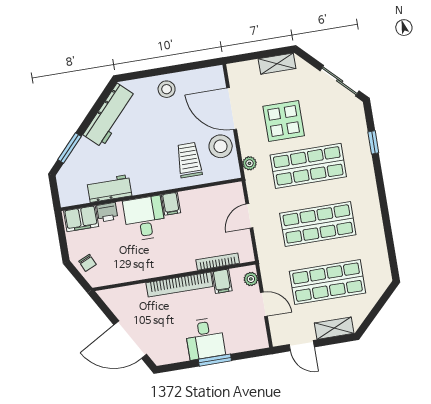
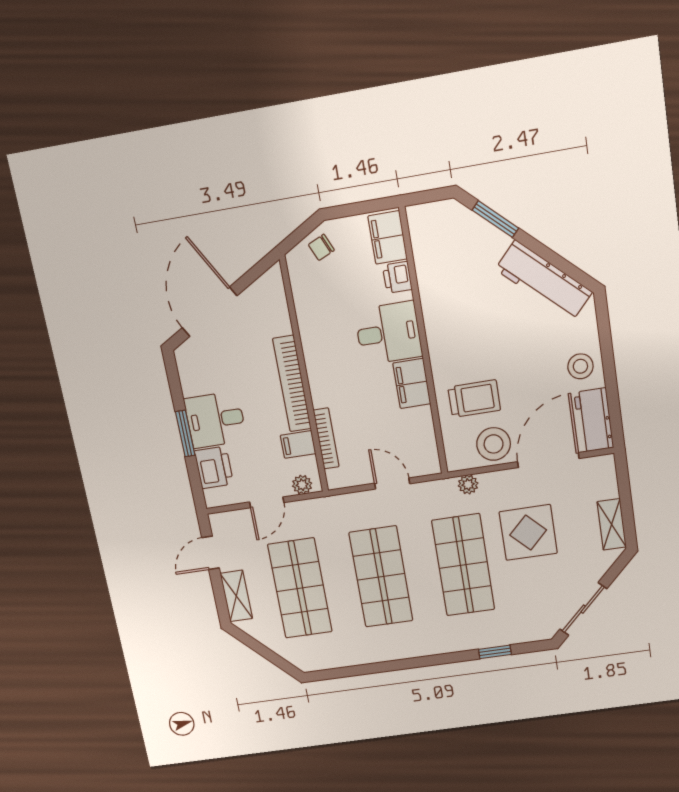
workbench: (109, 189) -> (594, 420), moved, turned 180
filing cabinet: (171, 204) -> (412, 383), width x2.00
printer: (239, 341) -> (214, 467), added

